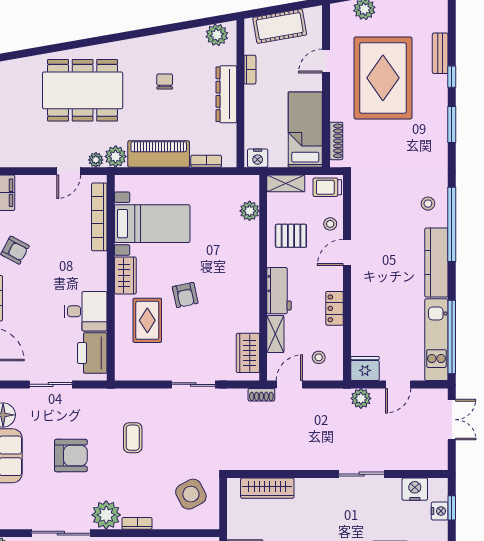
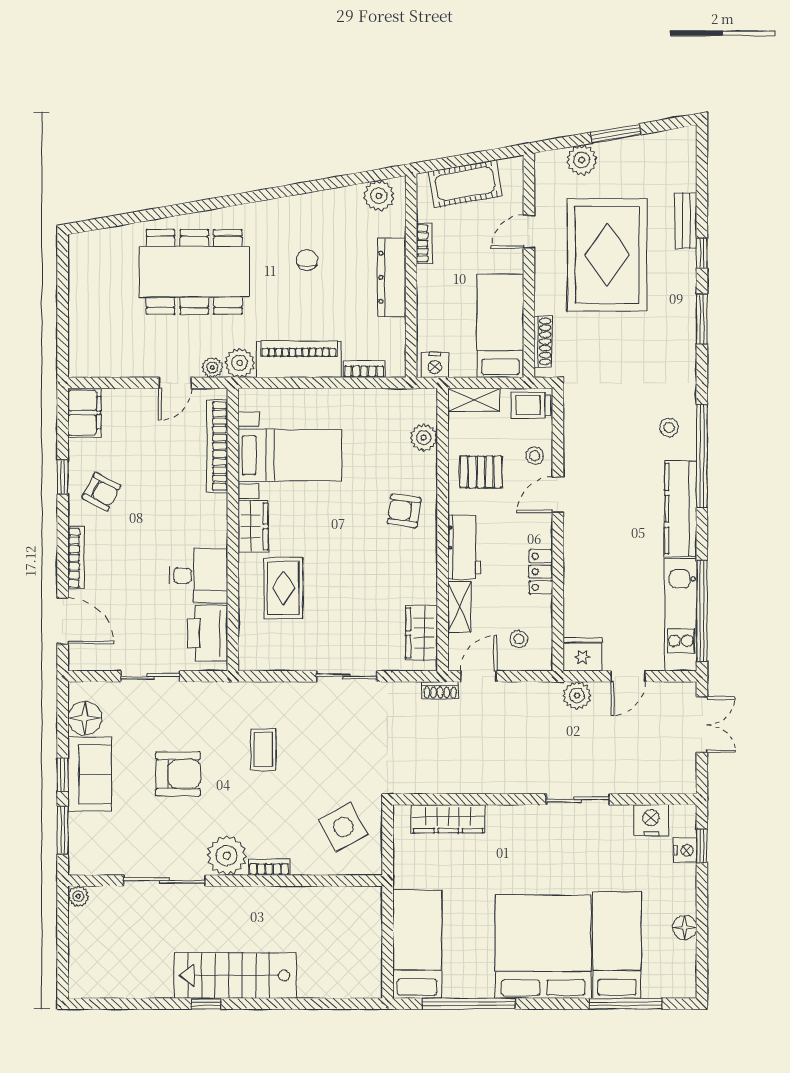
armchair: (185, 295) -> (404, 511), moved, turned 110

